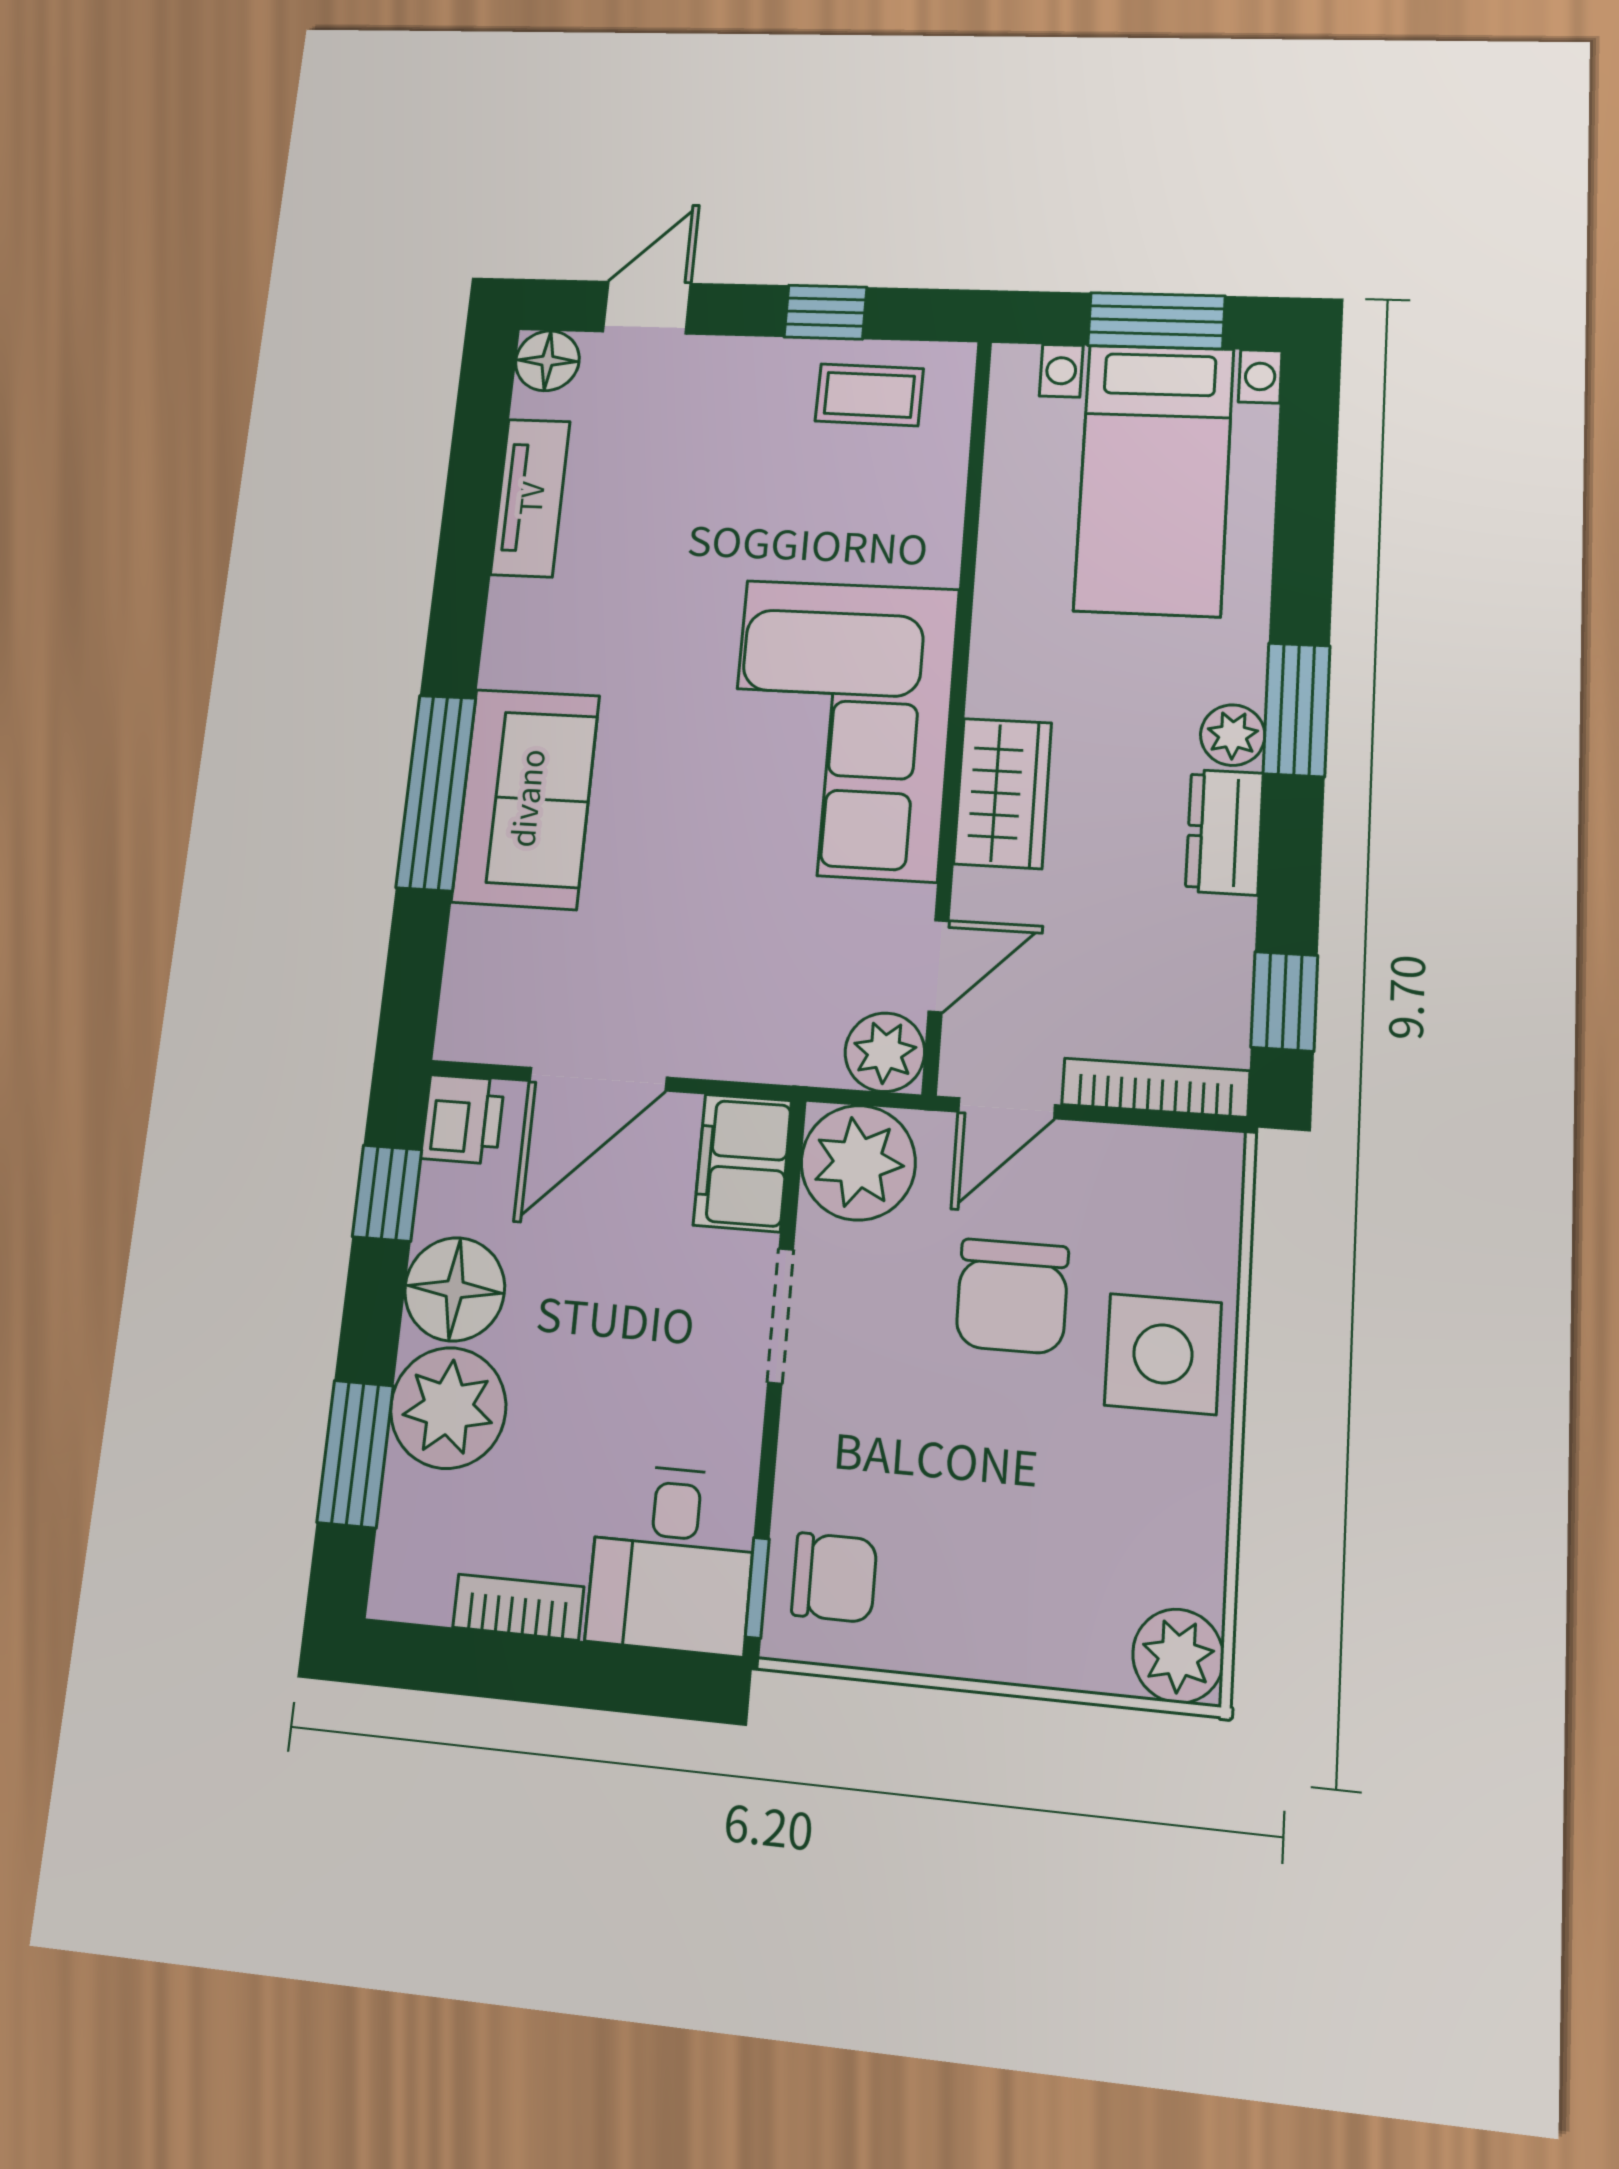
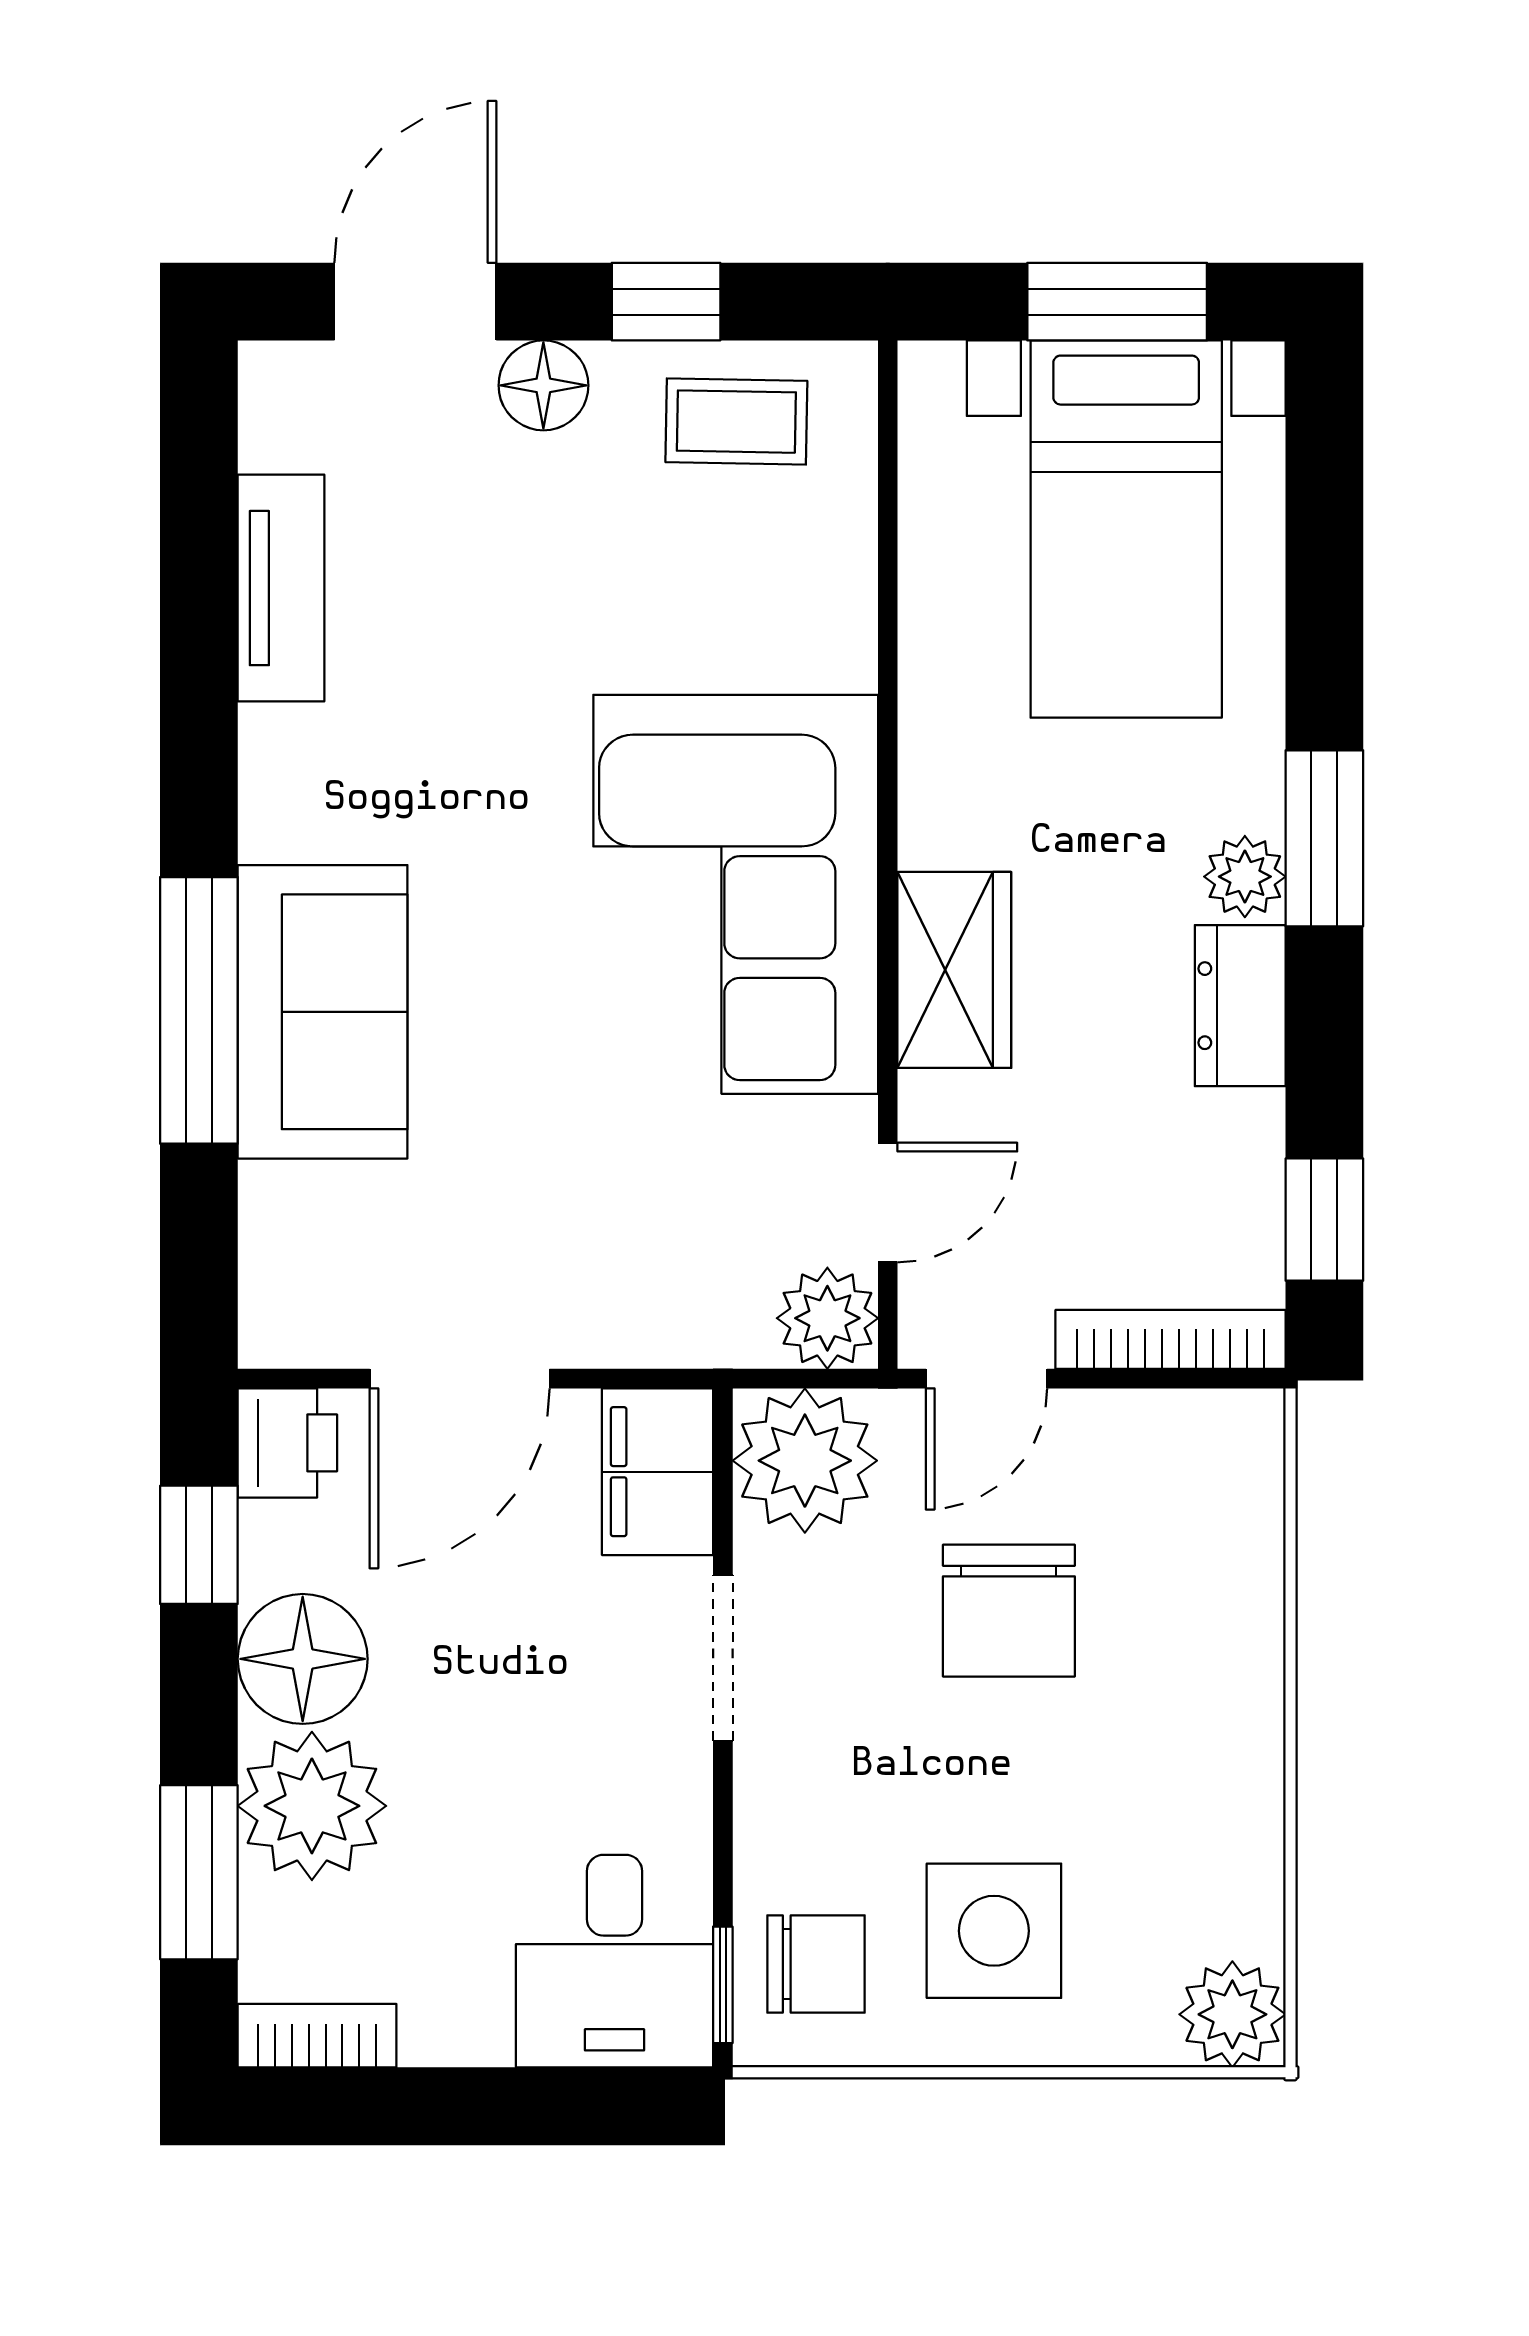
door: (647, 308) -> (415, 302), width x1.38
floor lamp: (547, 361) -> (543, 385), moved
side table: (1163, 1354) -> (994, 1931), moved
bookcase: (518, 1607) -> (317, 2036), moved

